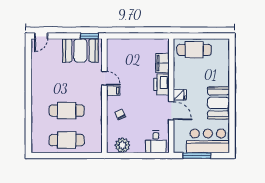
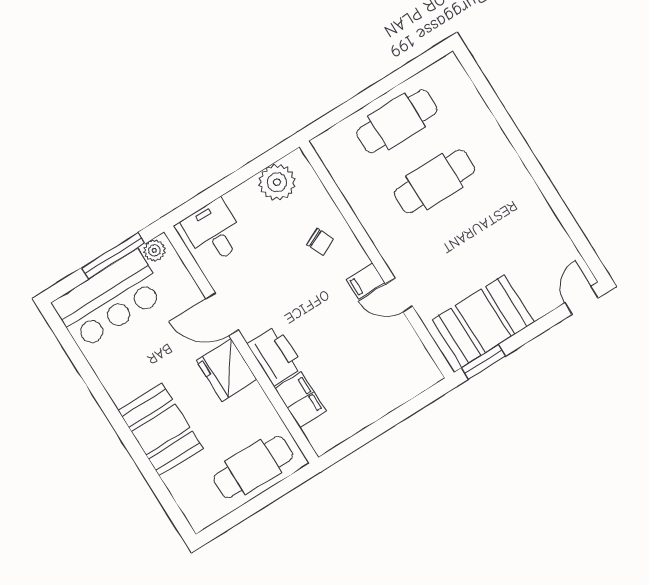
fridge: (180, 95) -> (227, 370), width x1.88, depth x1.34
booth: (219, 103) -> (160, 429), moved
plant: (181, 148) -> (154, 250), added

